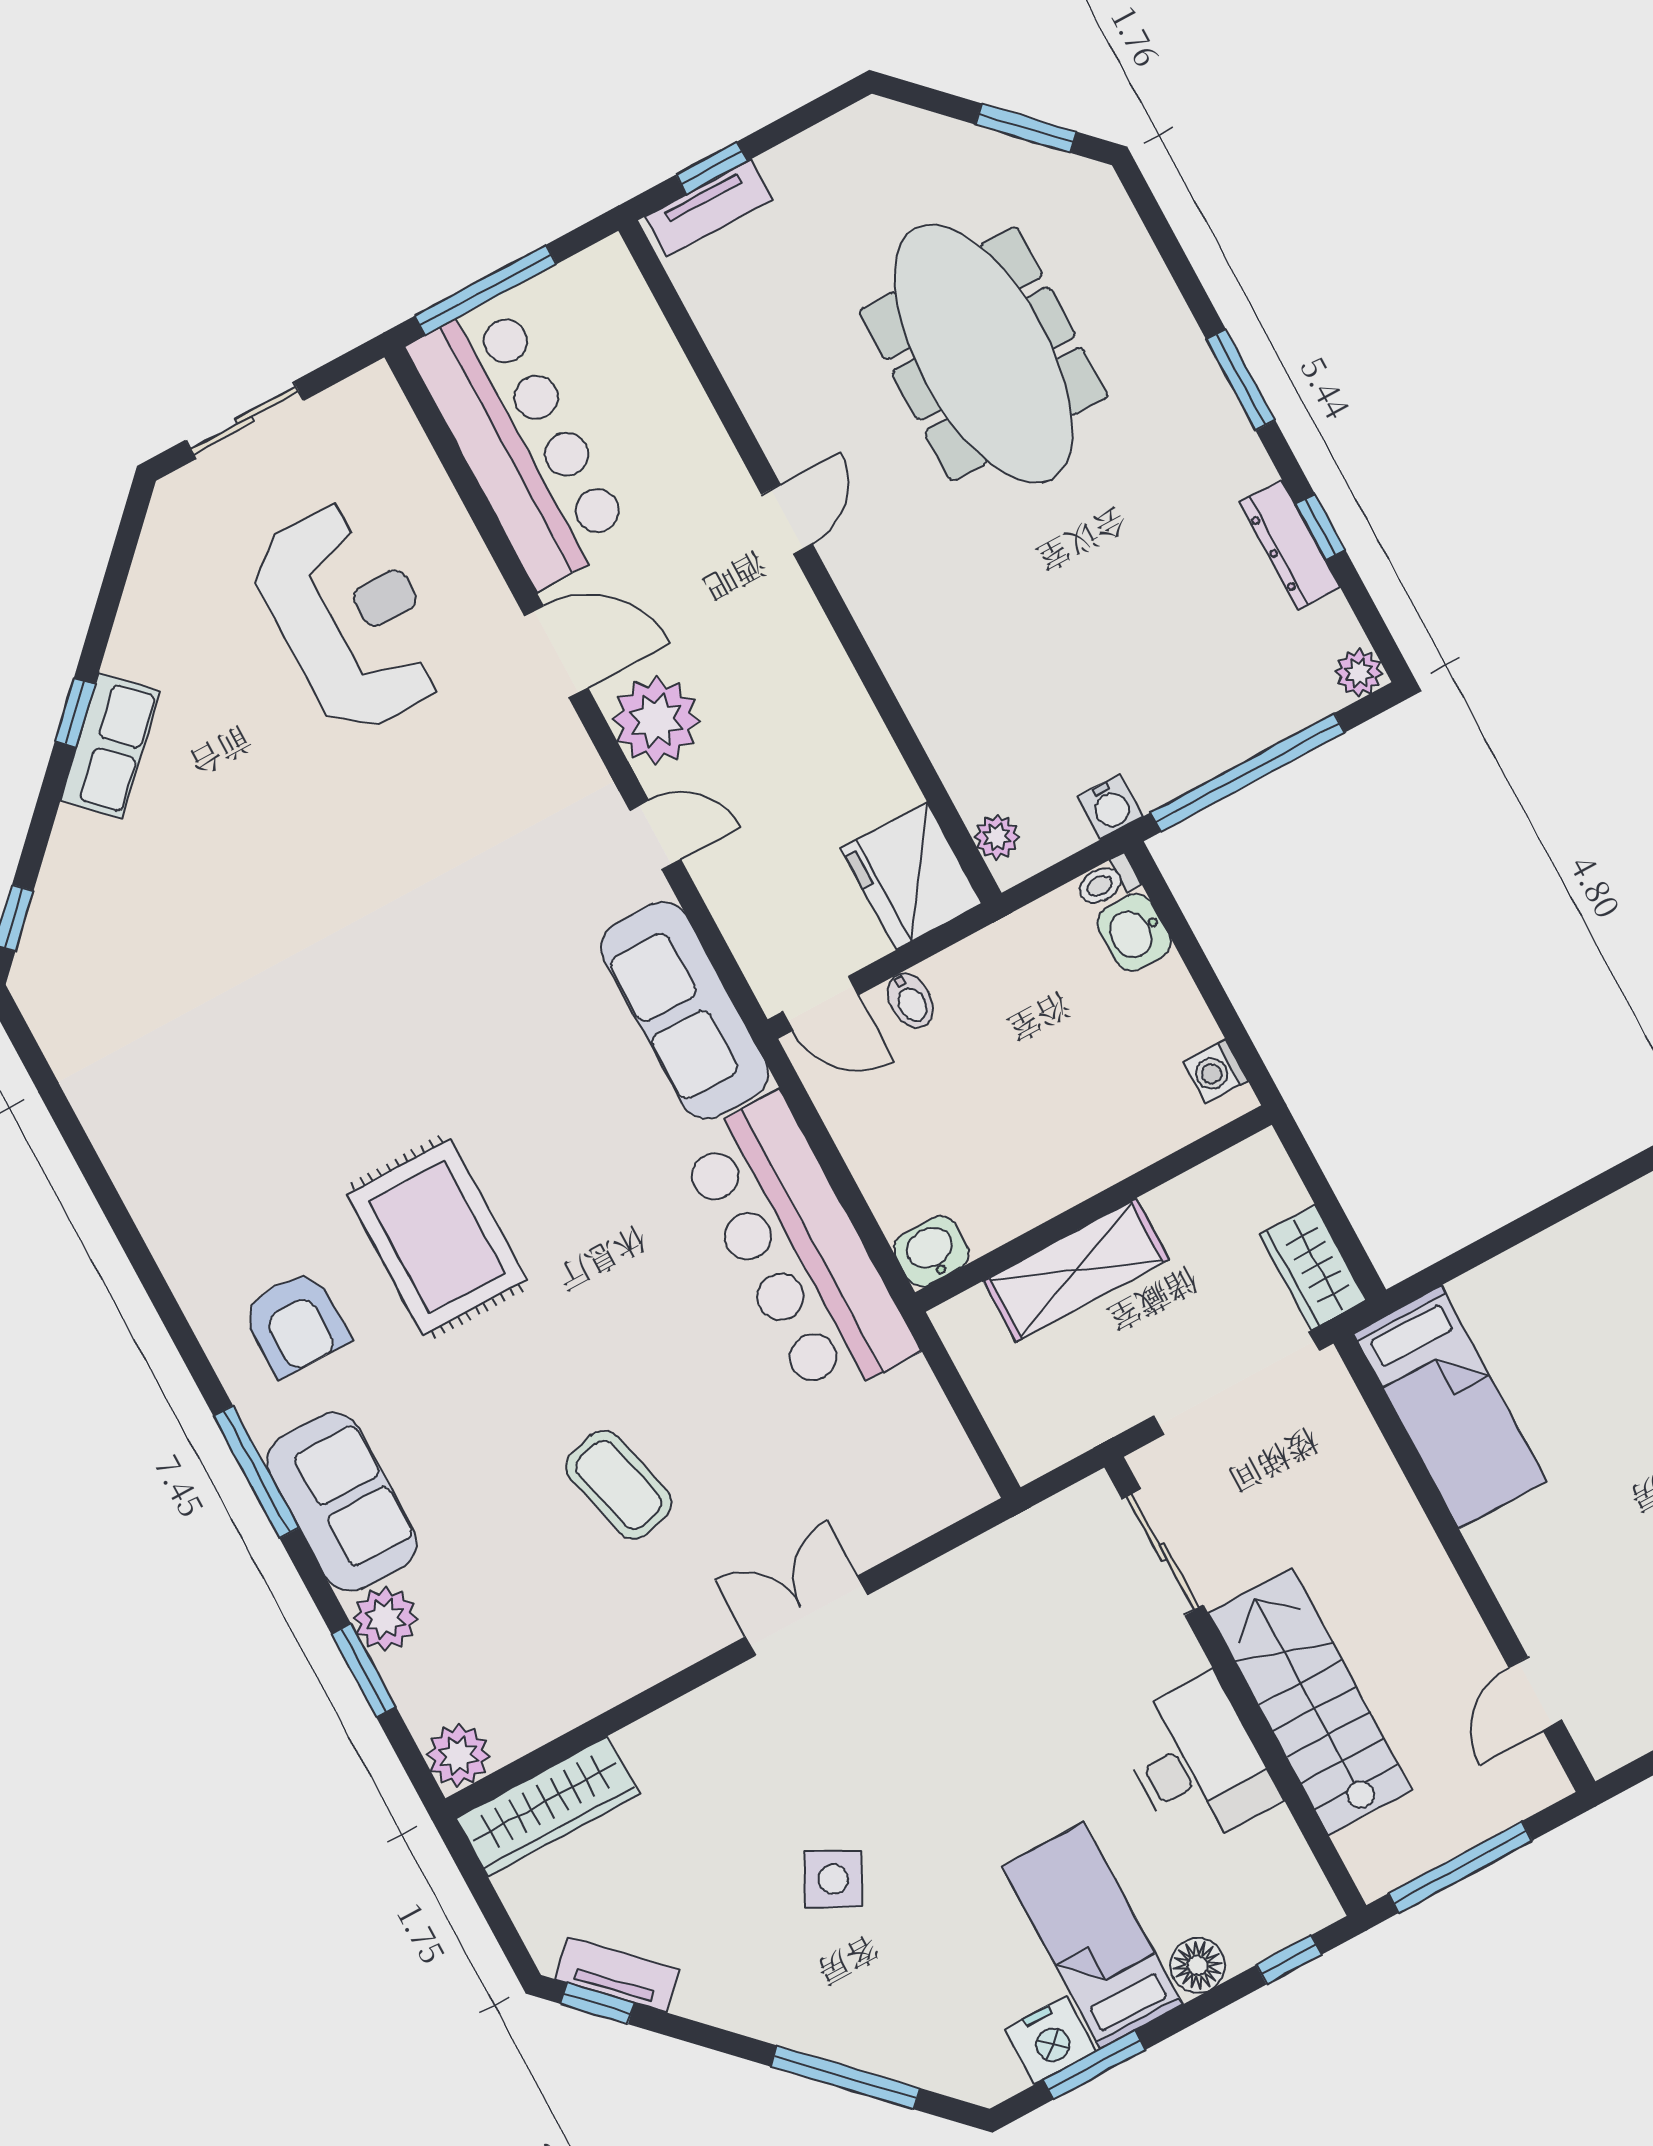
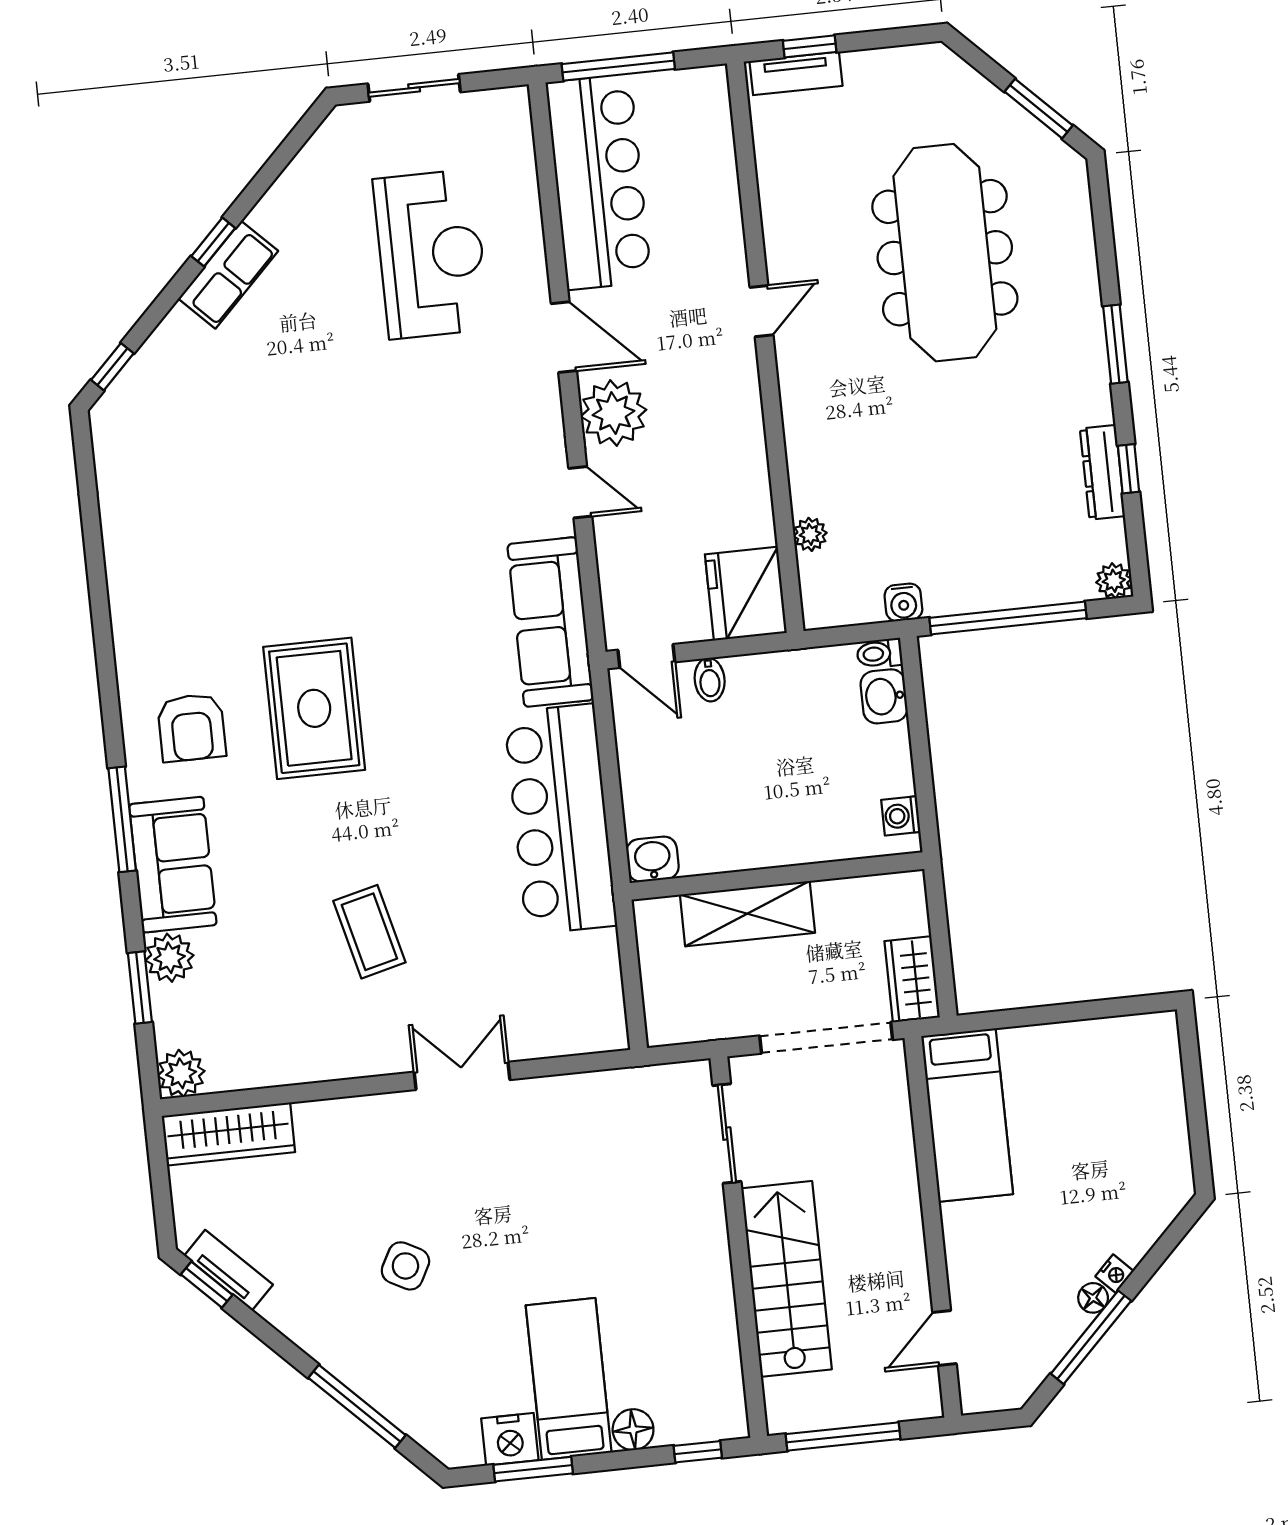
plant: (997, 837) -> (810, 534), moved
desk: (1197, 1762) -> (690, 1289), removed

